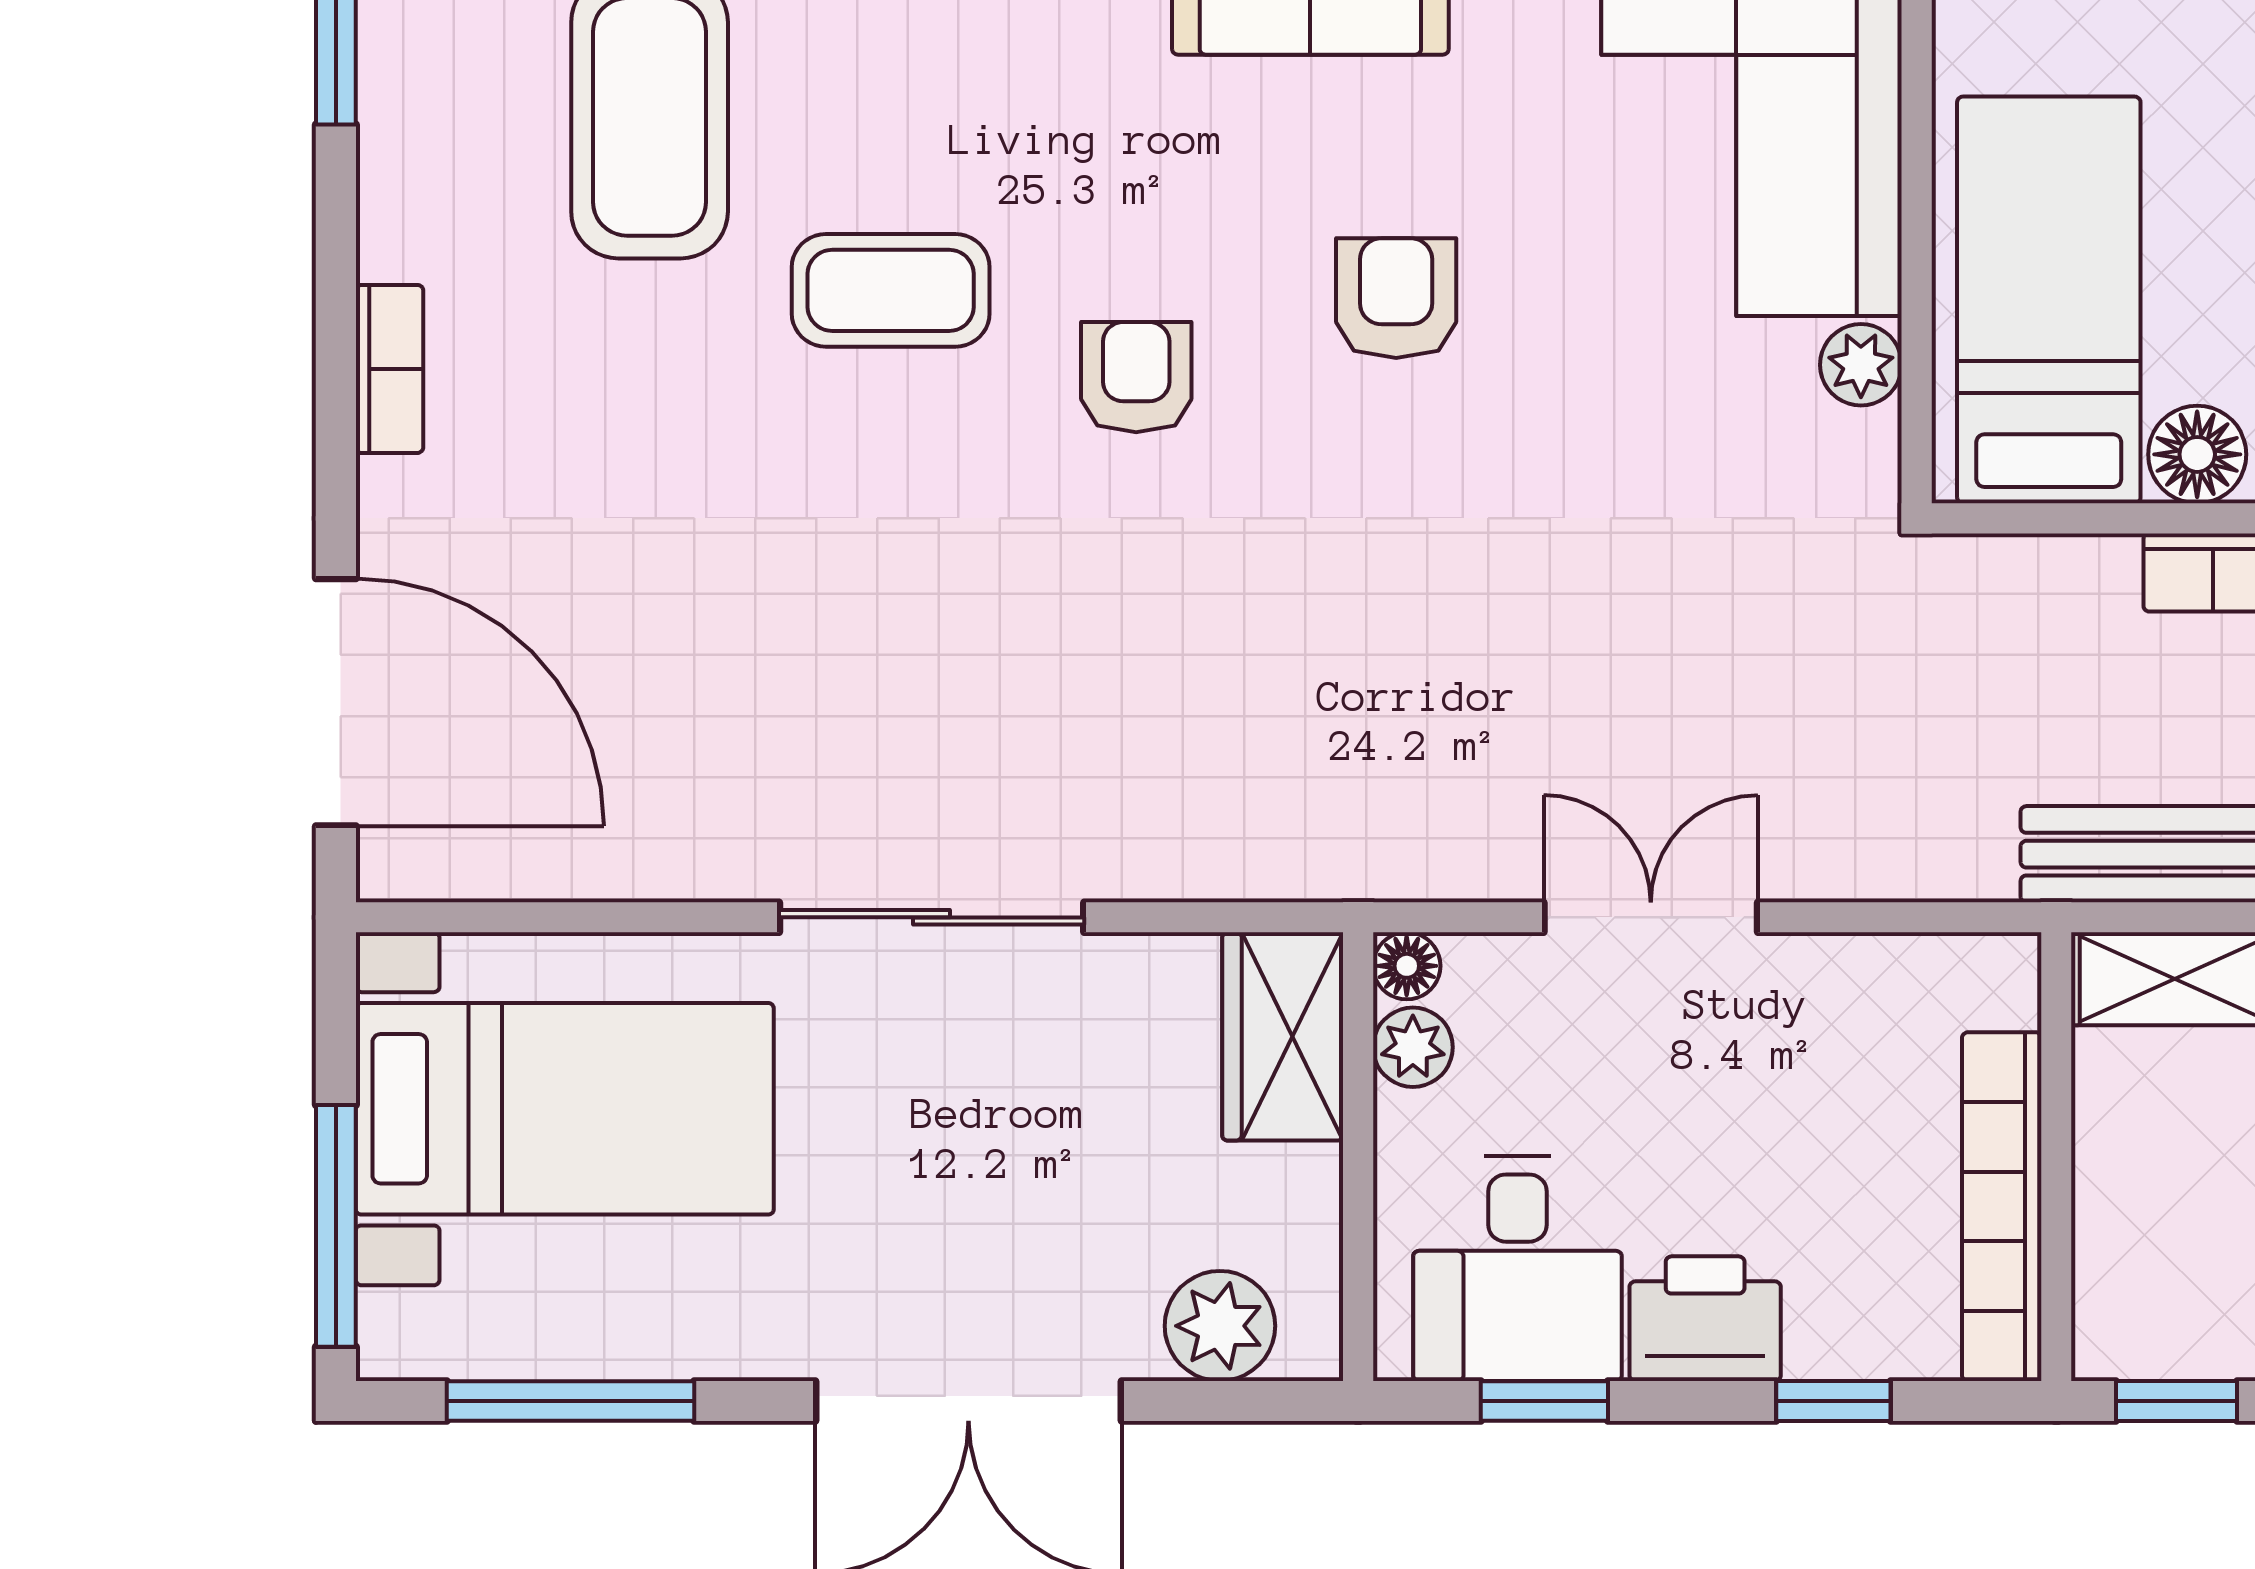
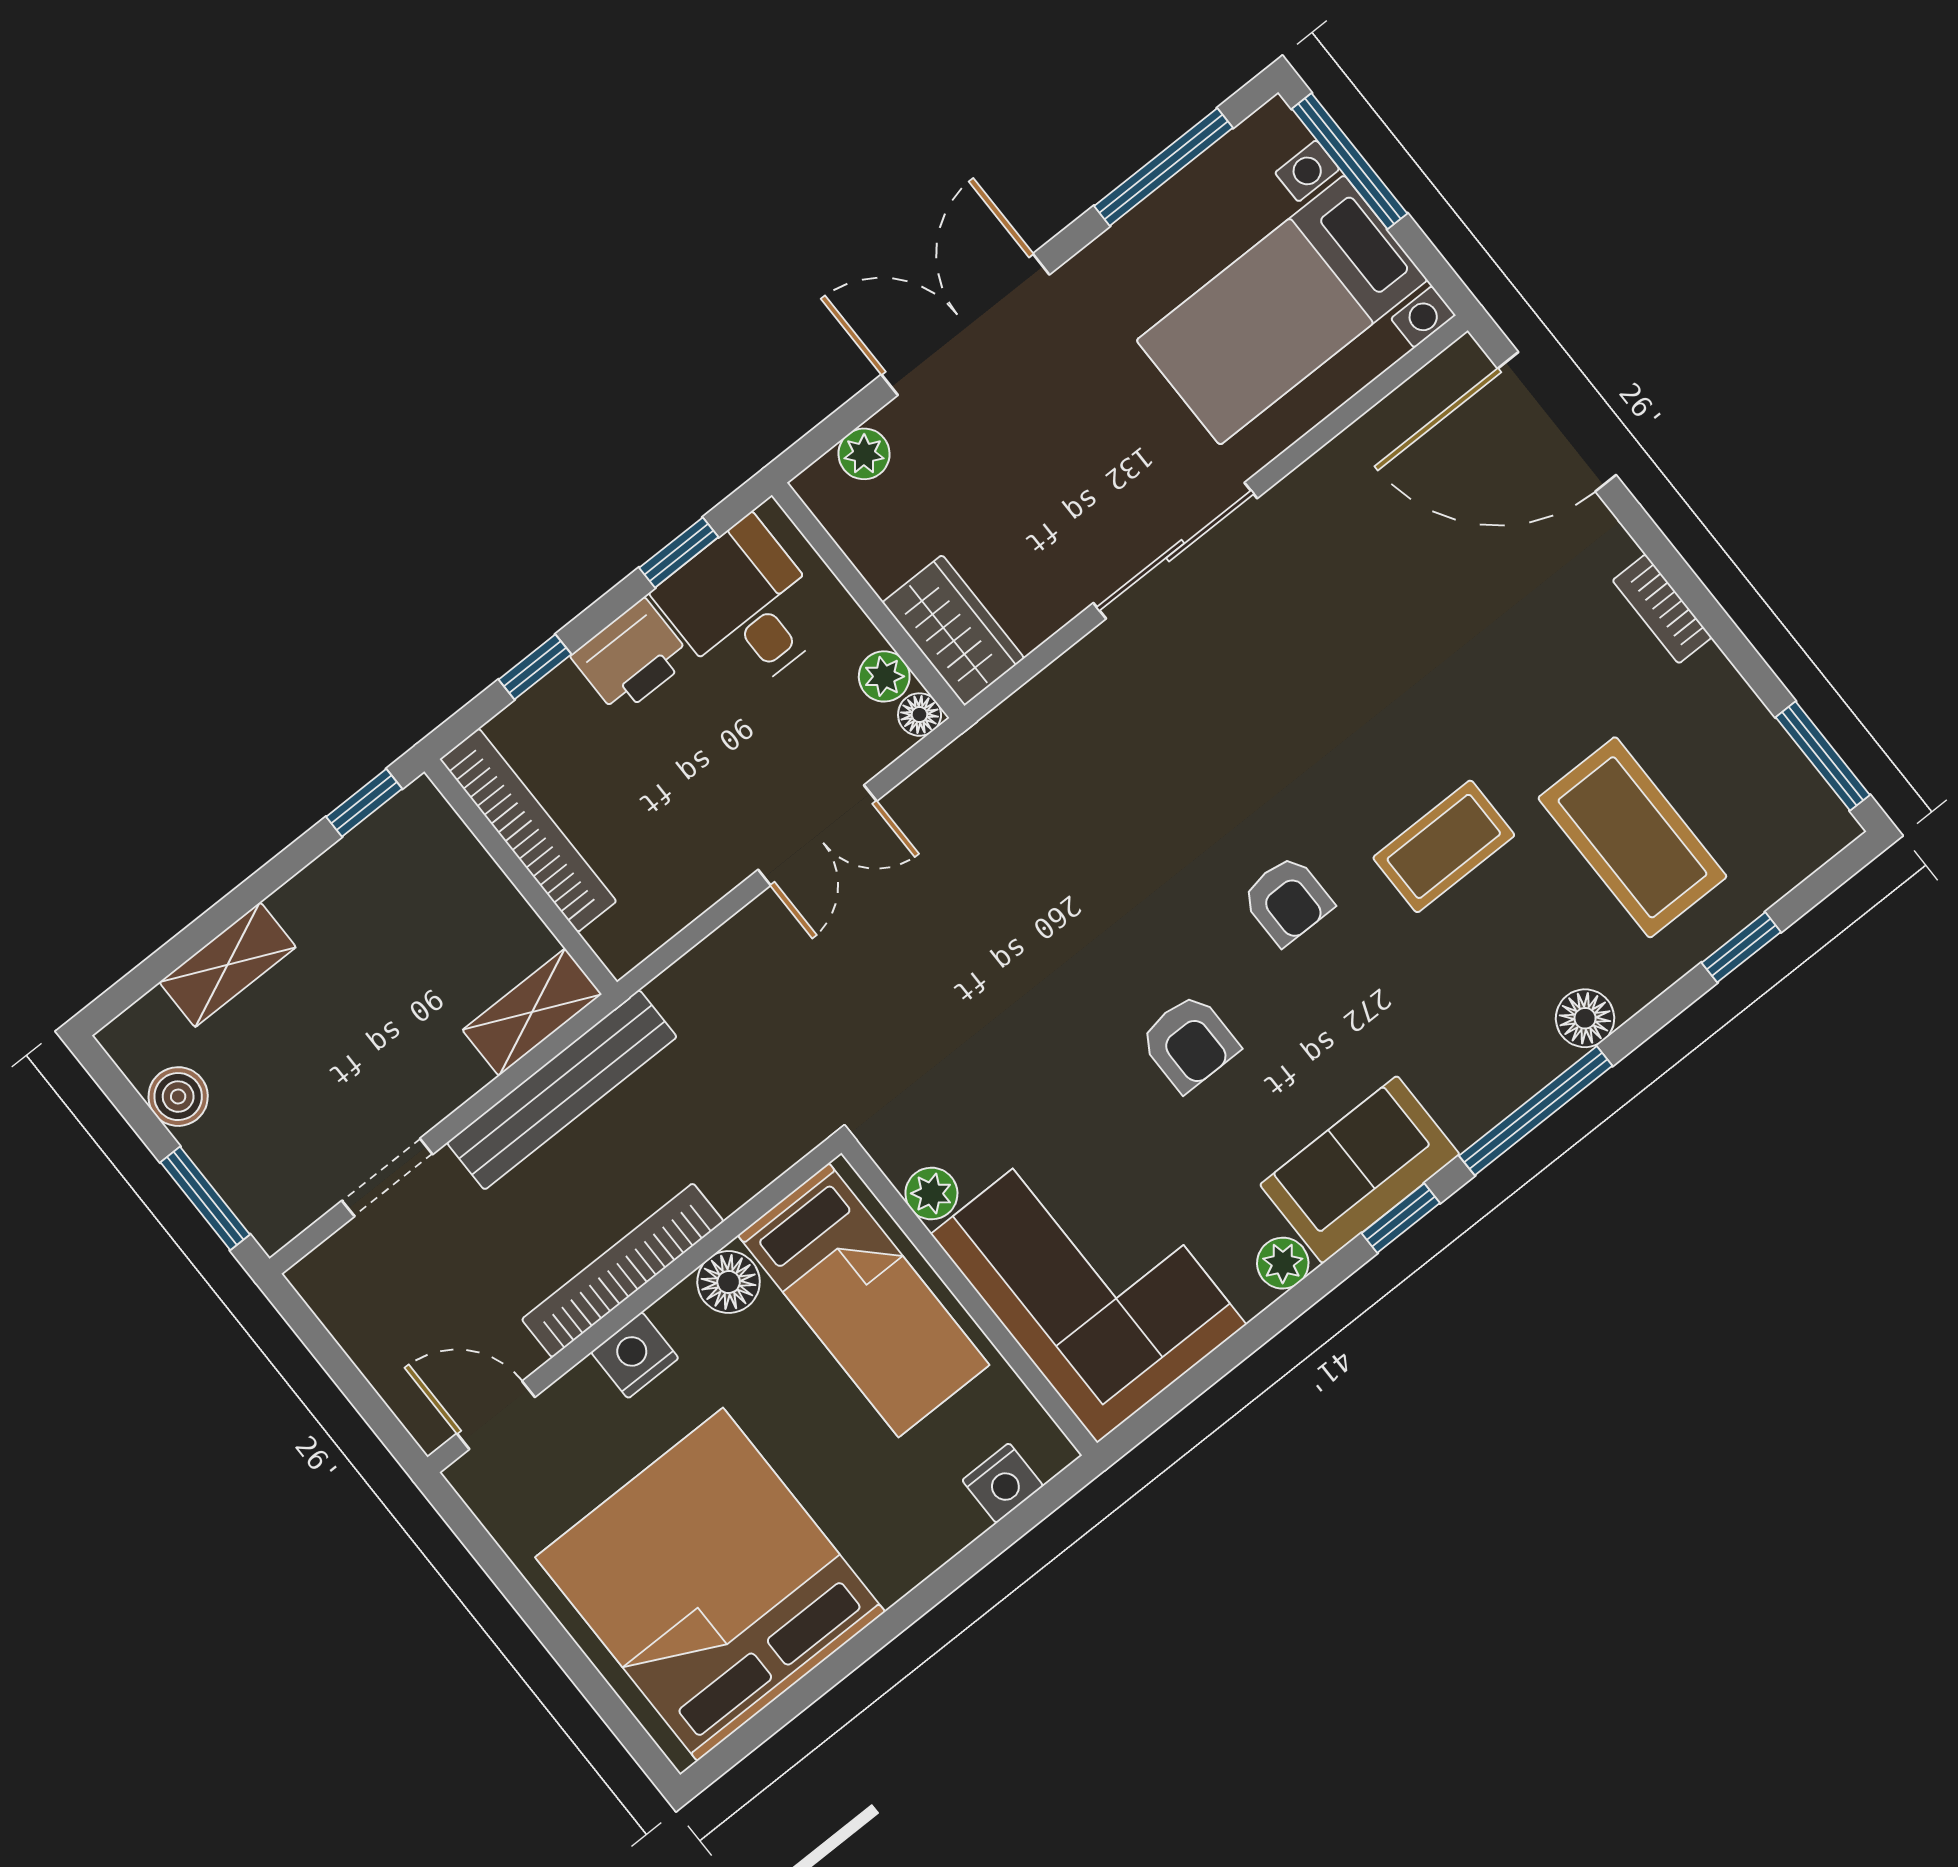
plant: (1220, 1326) -> (864, 454), width x0.73, depth x0.73

